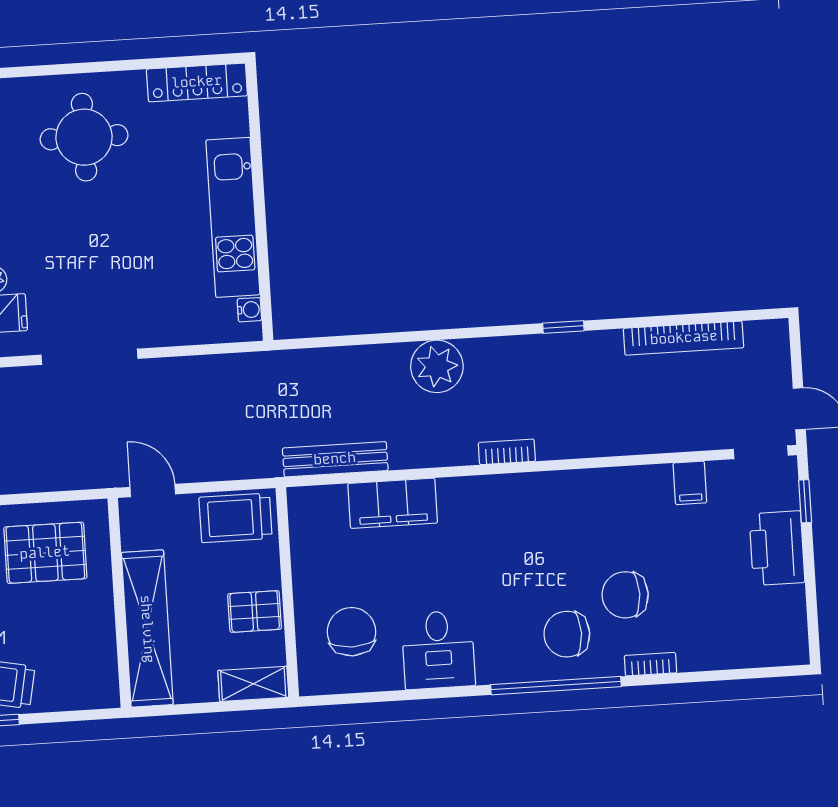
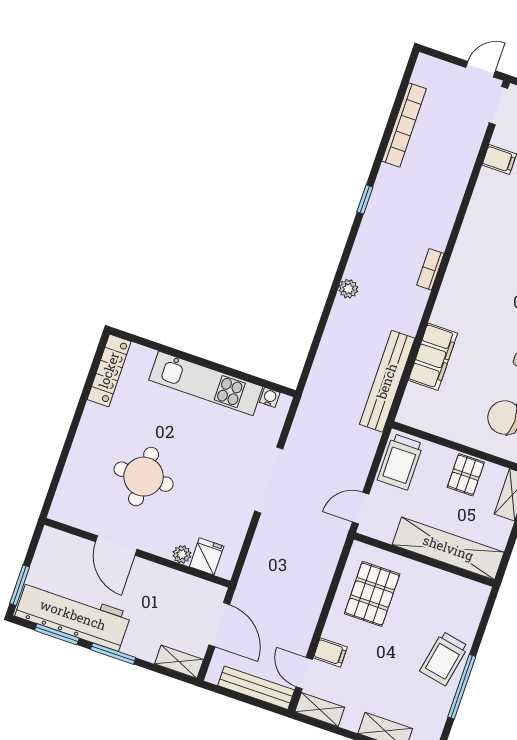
round table: (84, 137) -> (144, 477), moved
doorway: (89, 357) -> (269, 480), moved
plant: (437, 366) -> (348, 289), width x0.53, depth x0.53
bench: (335, 459) -> (387, 381), width x1.37, depth x1.21

